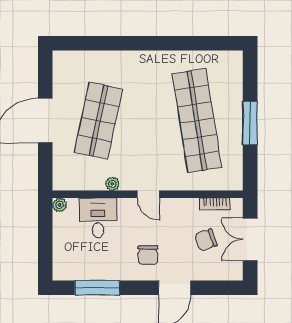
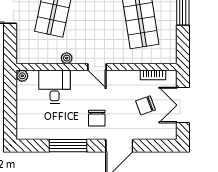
window: (97, 288) -> (68, 146), moved

